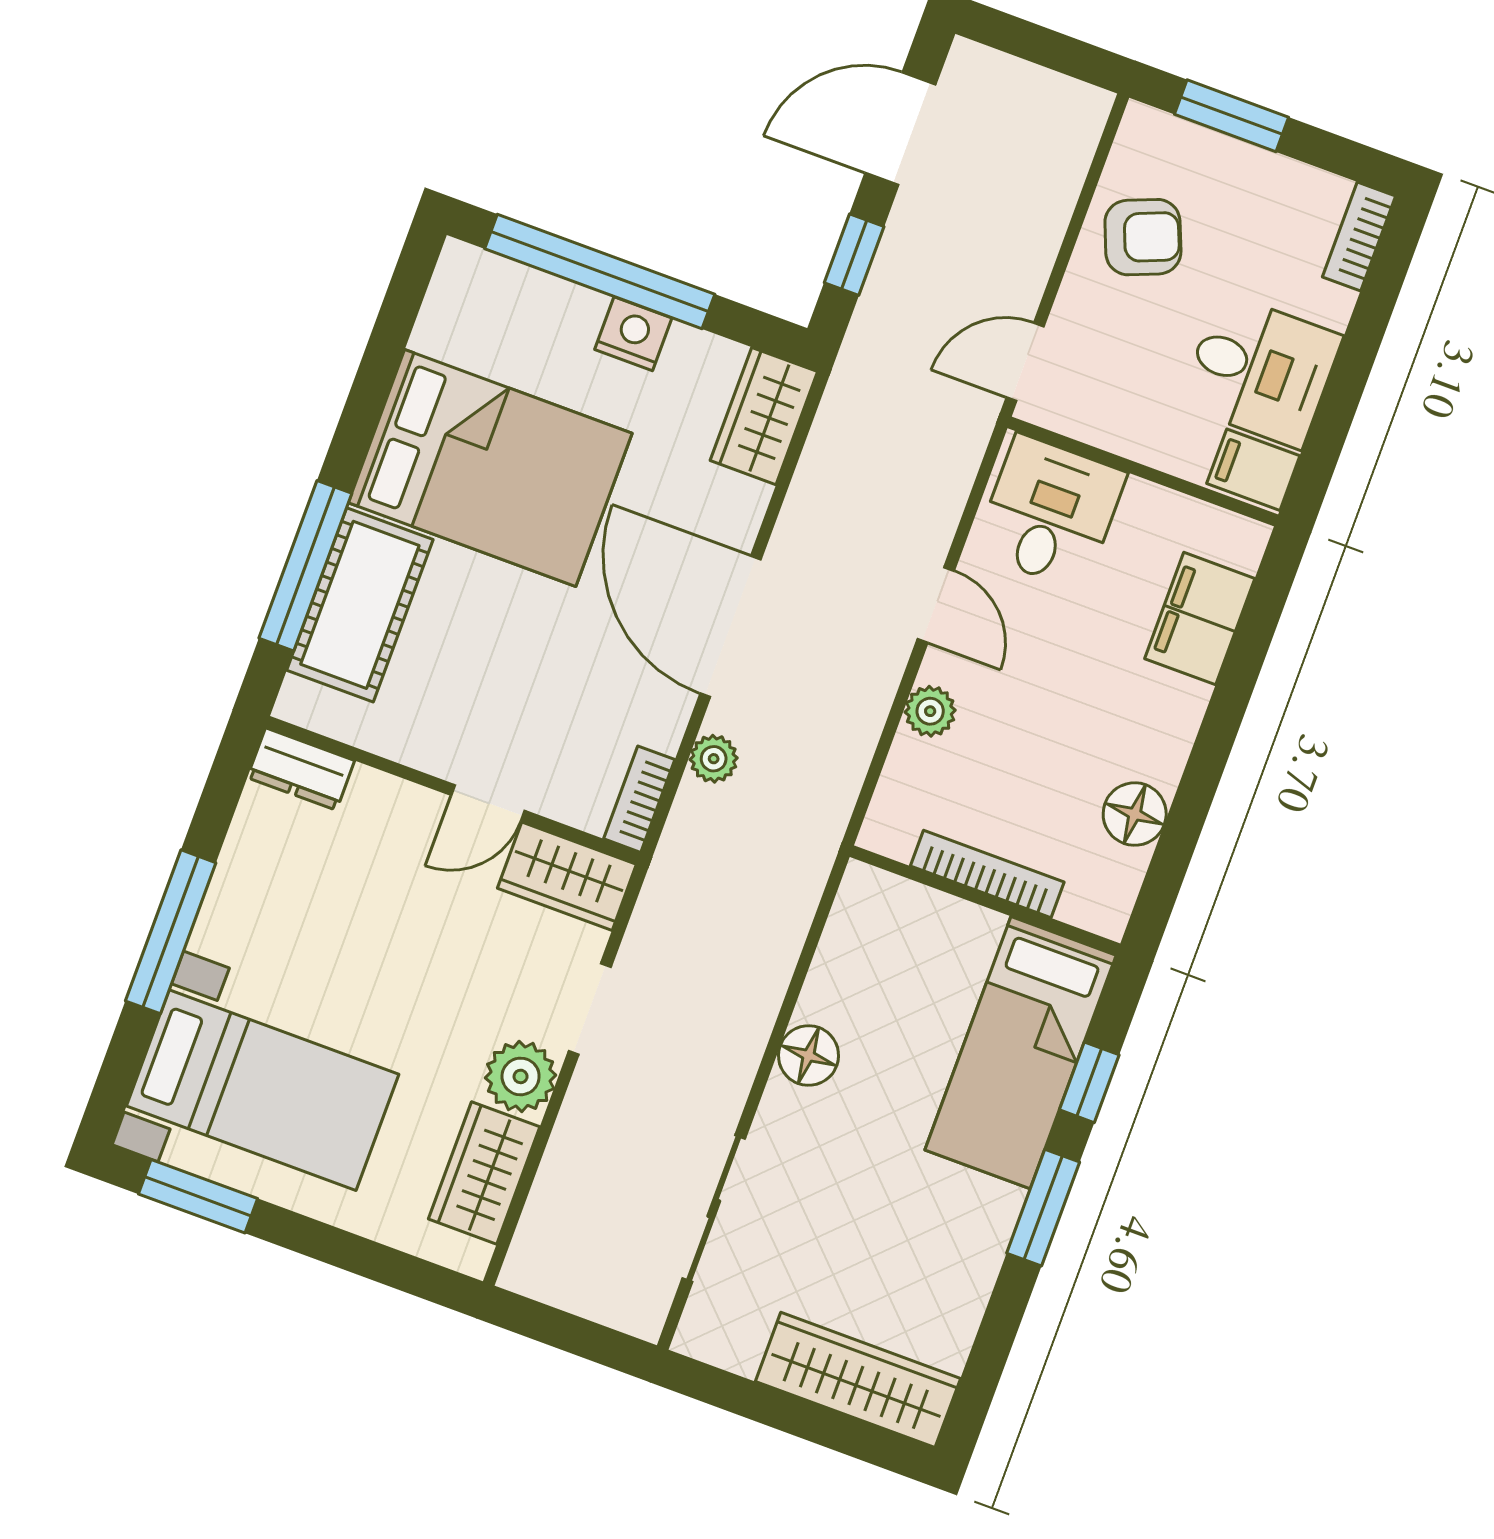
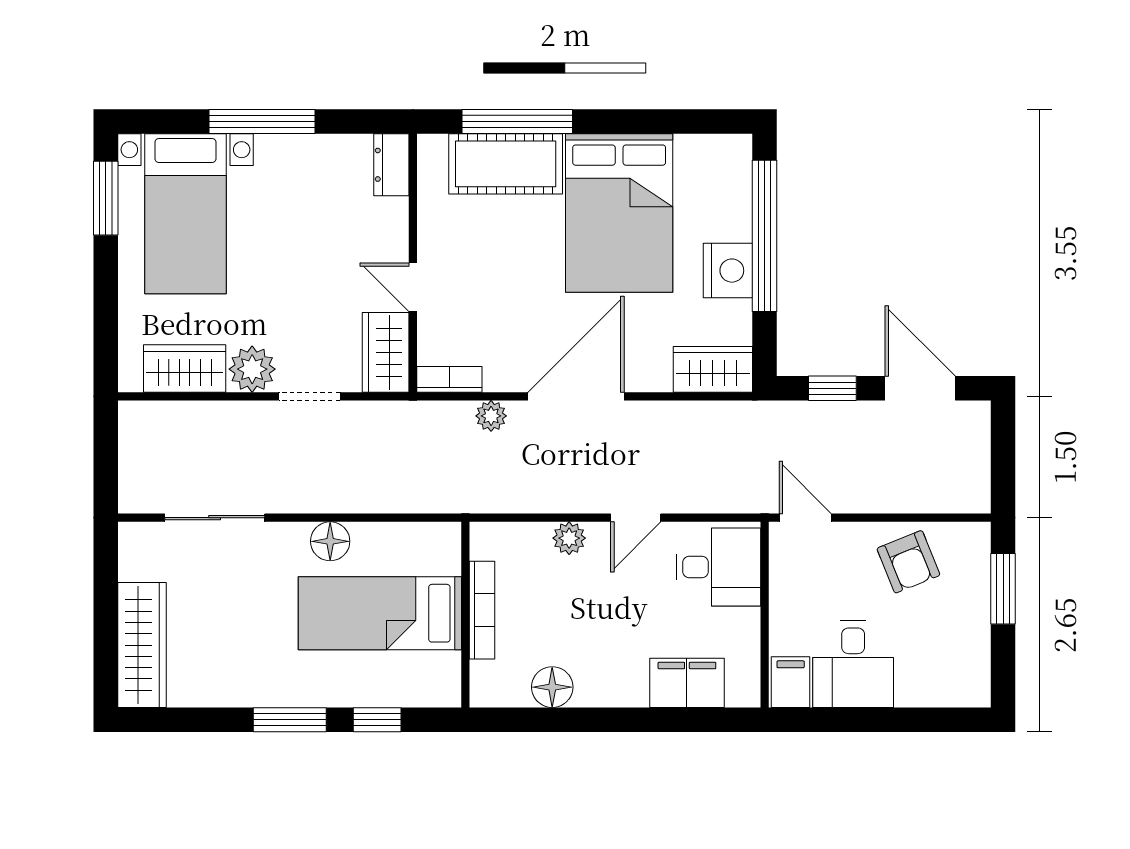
bookcase: (1359, 237) -> (958, 694), removed
nightstand: (633, 334) -> (728, 271), width x1.36, depth x1.33
bed: (1021, 1053) -> (380, 613), moved

